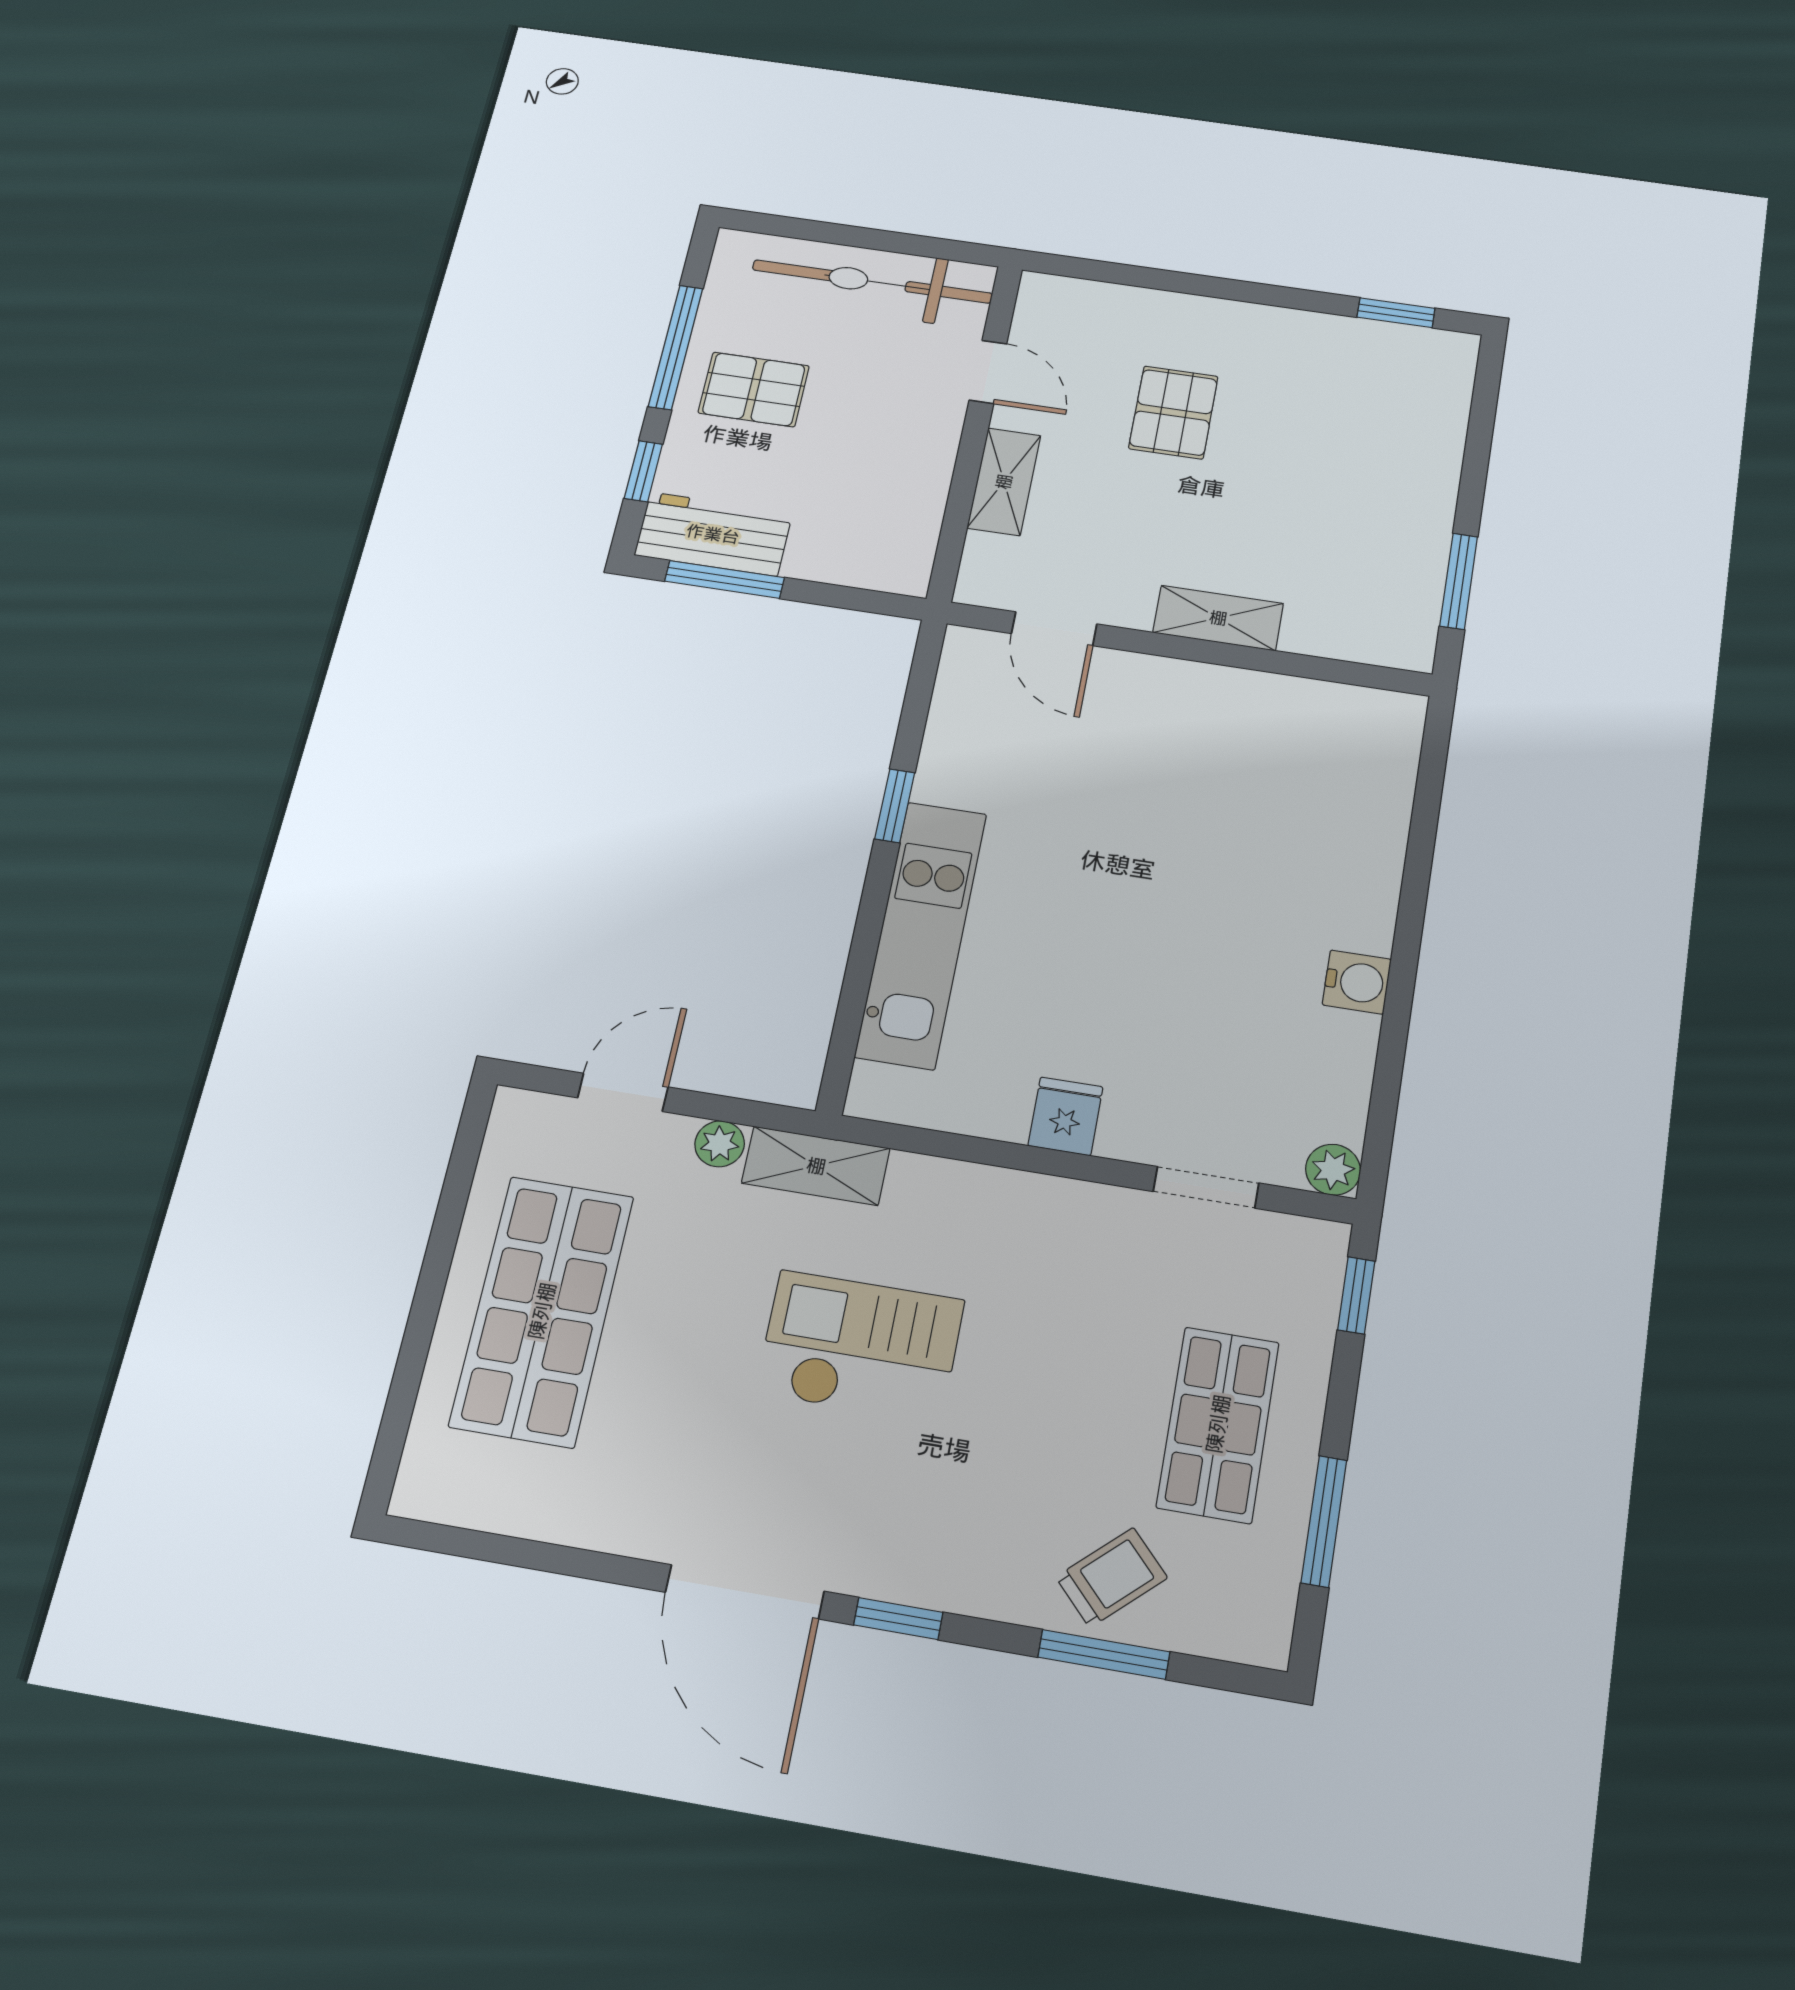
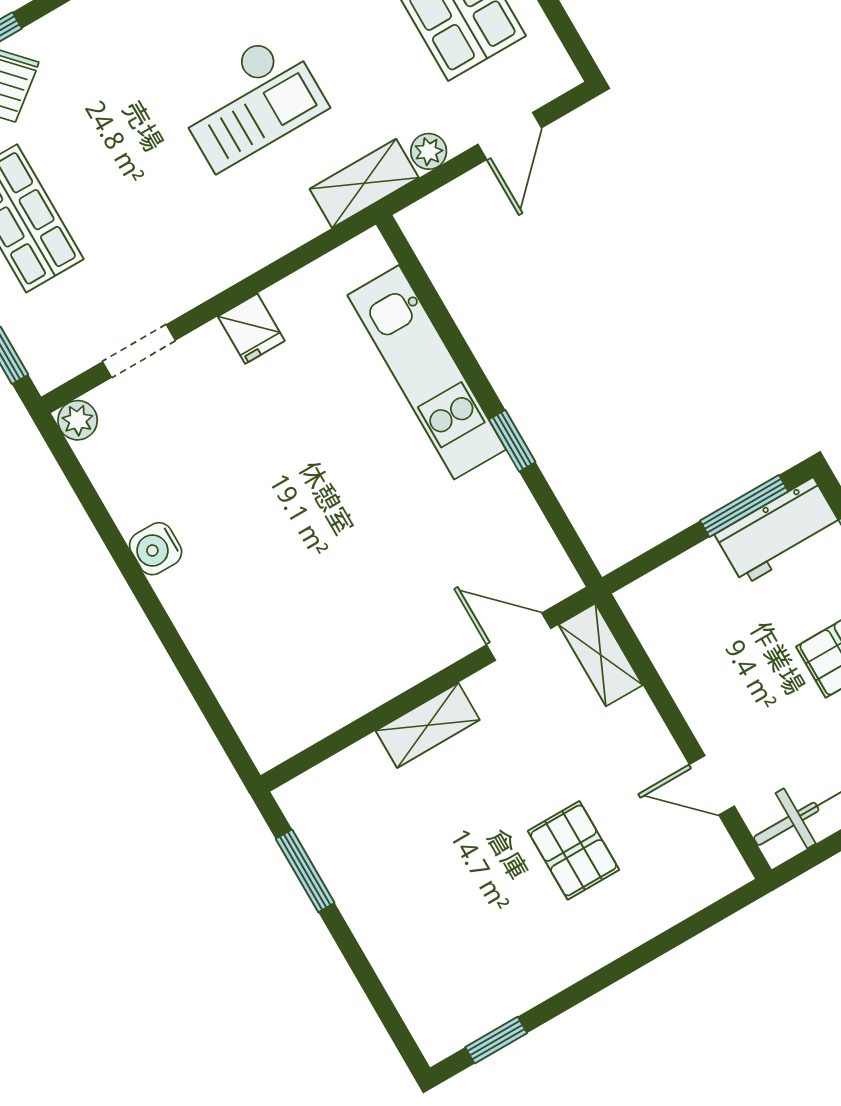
shelving: (1004, 482) -> (601, 655), moved

